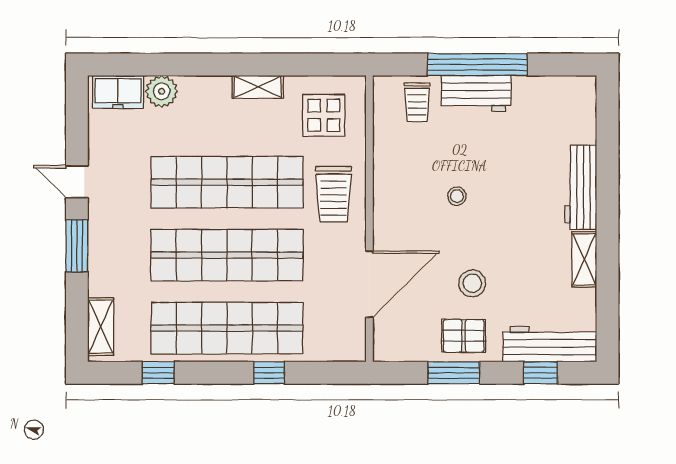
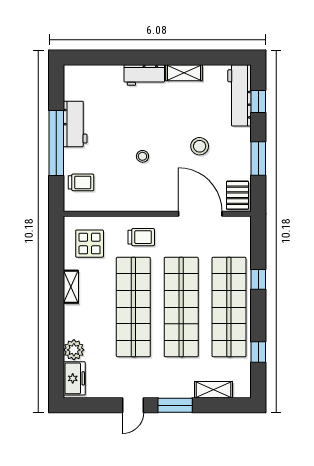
workbench: (476, 93) -> (75, 124), moved
workbench: (581, 187) -> (144, 75), width x0.73
trolley: (334, 194) -> (141, 237), width x0.73, depth x0.72
shelving: (101, 327) -> (214, 390), moved
pallet: (464, 336) -> (237, 195), moved

